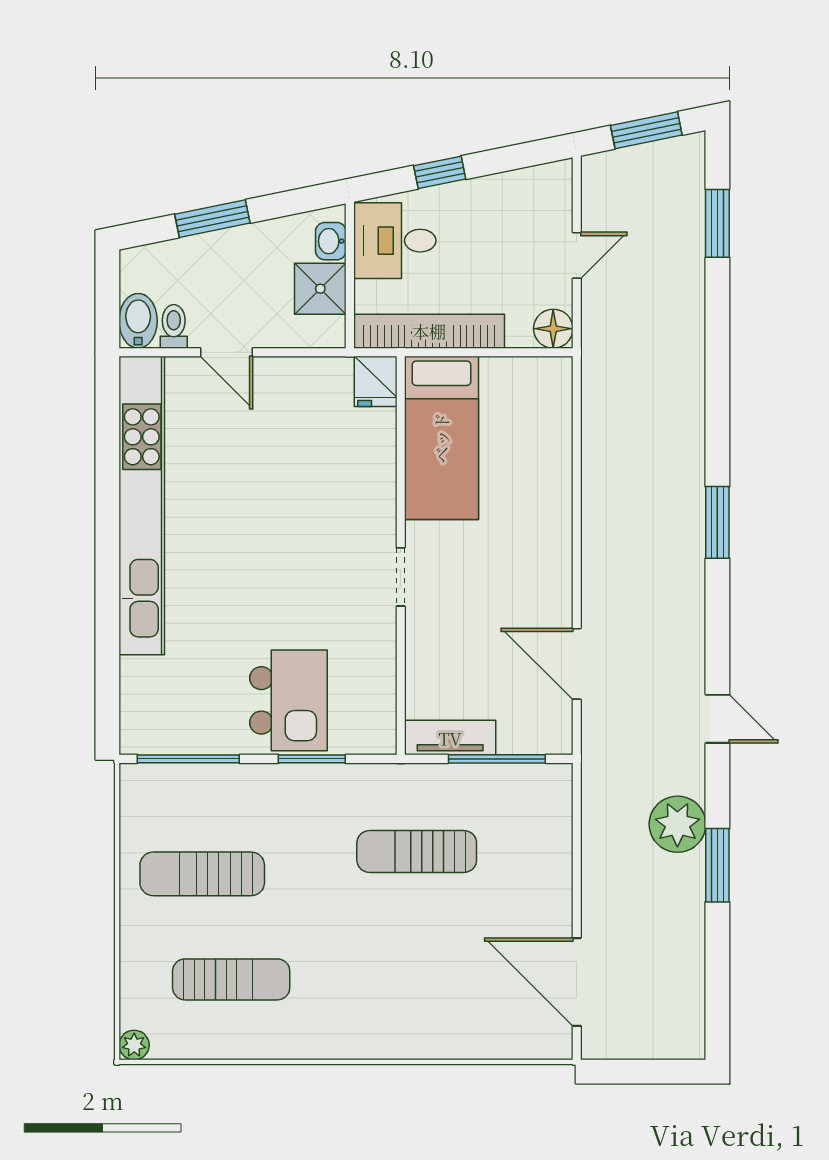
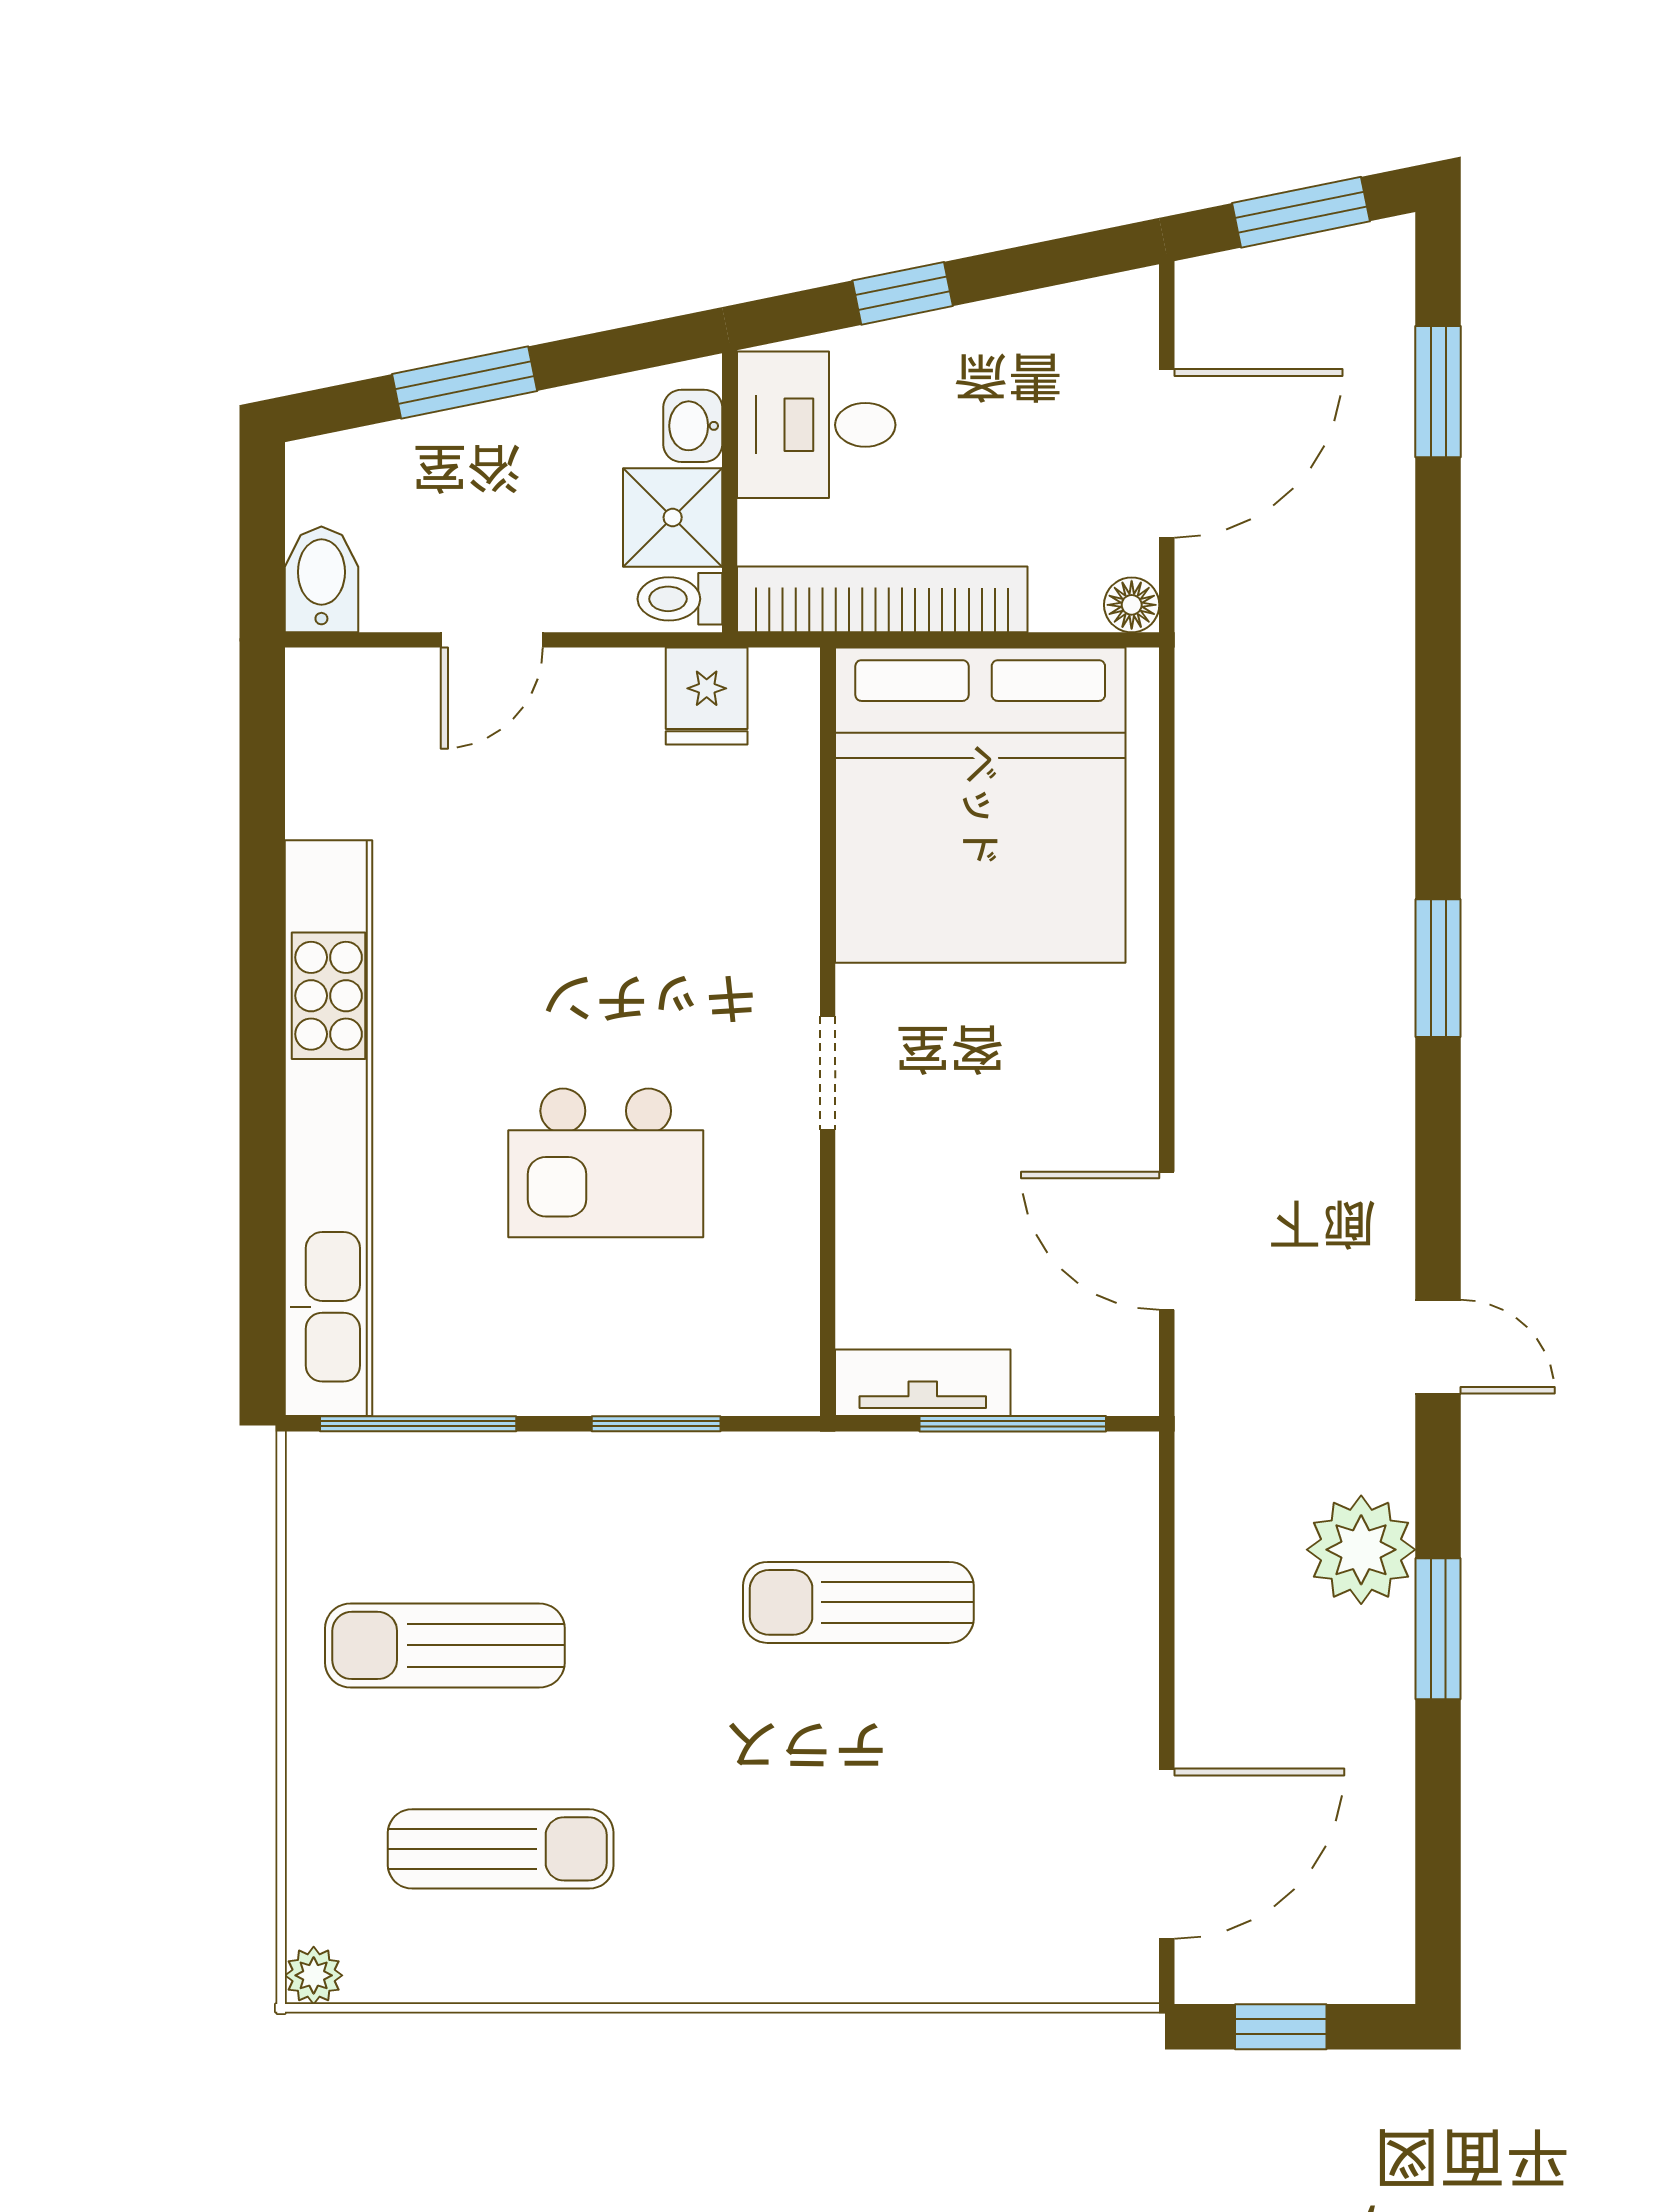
door: (577, 255) -> (1167, 453), width x1.87
toilet: (174, 326) -> (680, 599), moved, turned -90
floor lamp: (553, 329) -> (1132, 605), width x0.73, depth x0.73
door: (227, 352) -> (492, 640), hinge flipped
fridge: (376, 381) -> (707, 696), moved
bed: (441, 438) -> (980, 805), width x2.04
kitchen unit: (142, 506) -> (329, 1128), moved
kitchen island: (288, 700) -> (606, 1163), moved, turned 90
door: (577, 982) -> (1167, 1854), swing flipped
window: (636, 1072) -> (1281, 2027), added

